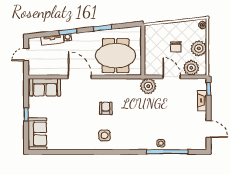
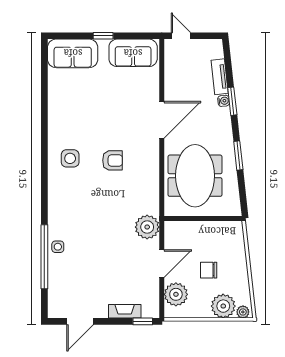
plant: (199, 48) -> (223, 306), moved
door: (26, 55) -> (181, 36), moved
sofa: (45, 87) -> (133, 53), moved, turned -90

